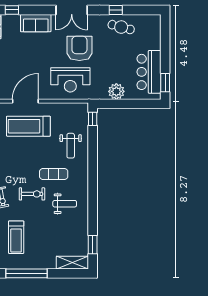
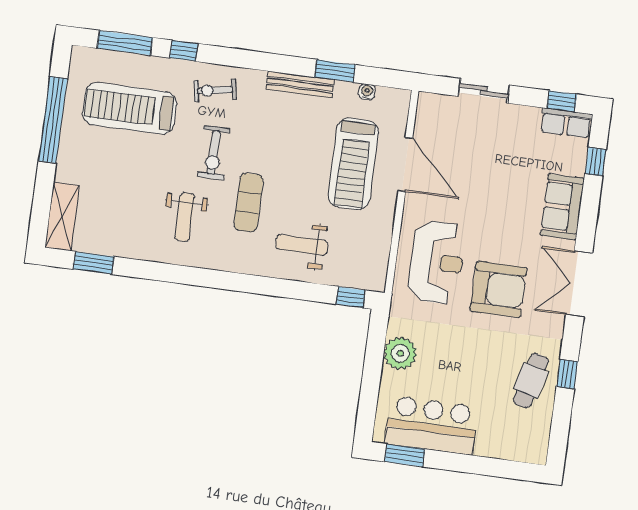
reception desk: (70, 80) -> (437, 262), turned 180
treadmill: (28, 126) -> (353, 164), turned 180
treadmill: (16, 237) -> (129, 108), width x1.37, depth x1.38

